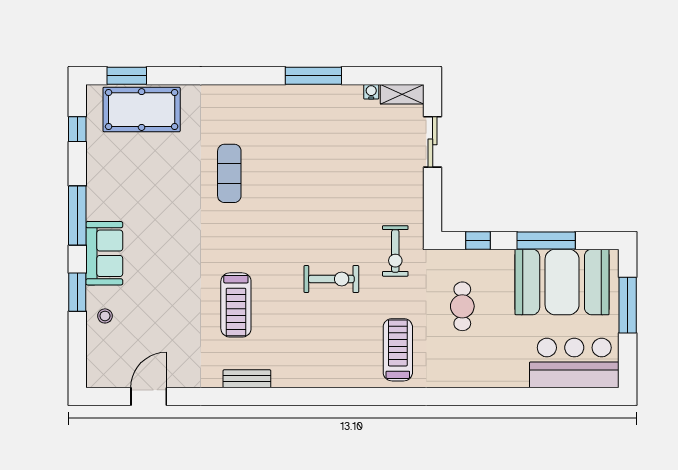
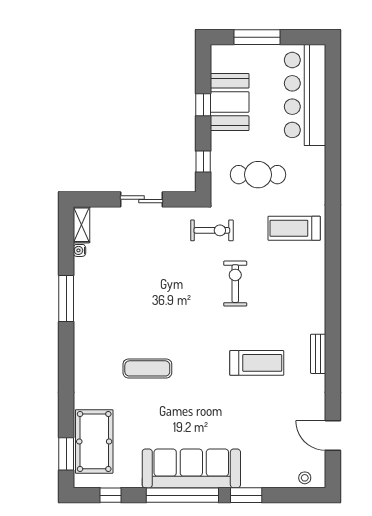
sliding door: (433, 142) -> (142, 199), moved
window: (77, 215) -> (182, 495), width x1.46
window: (546, 240) -> (203, 105), width x0.46
sofa: (104, 253) -> (191, 468), width x1.85, depth x1.27
booth: (562, 282) -> (230, 102), width x0.73, depth x0.70
cafe table: (462, 306) -> (258, 175), width x1.37, depth x1.35
stool: (105, 316) -> (305, 478), moved
bar counter: (574, 363) -> (305, 95), width x1.36

